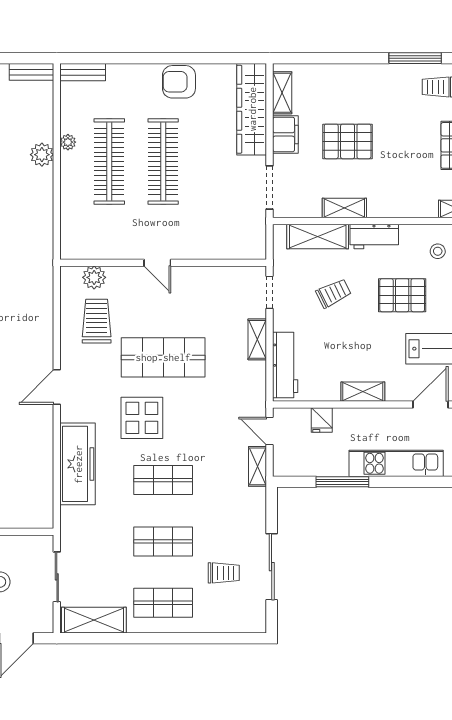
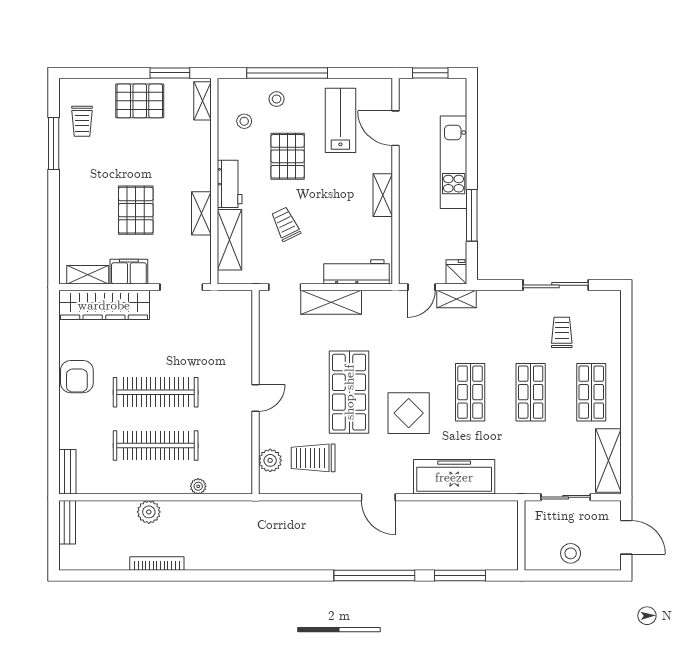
plant: (68, 142) -> (198, 486), moved
shelving: (257, 339) -> (331, 302), width x1.50, depth x1.33
fridge: (322, 420) -> (456, 272), moved, turned -90

